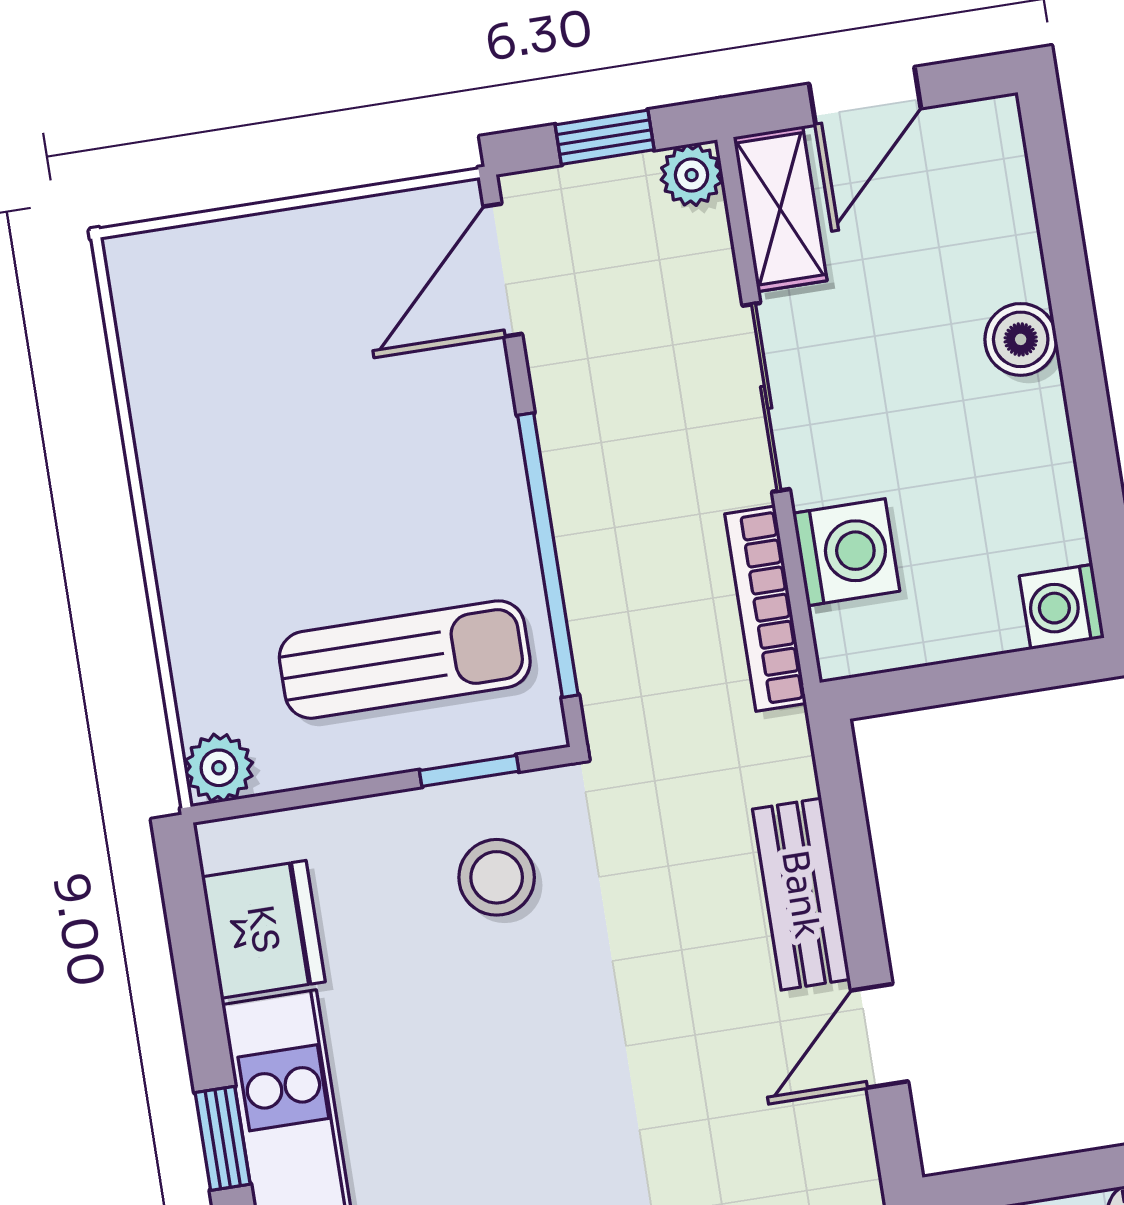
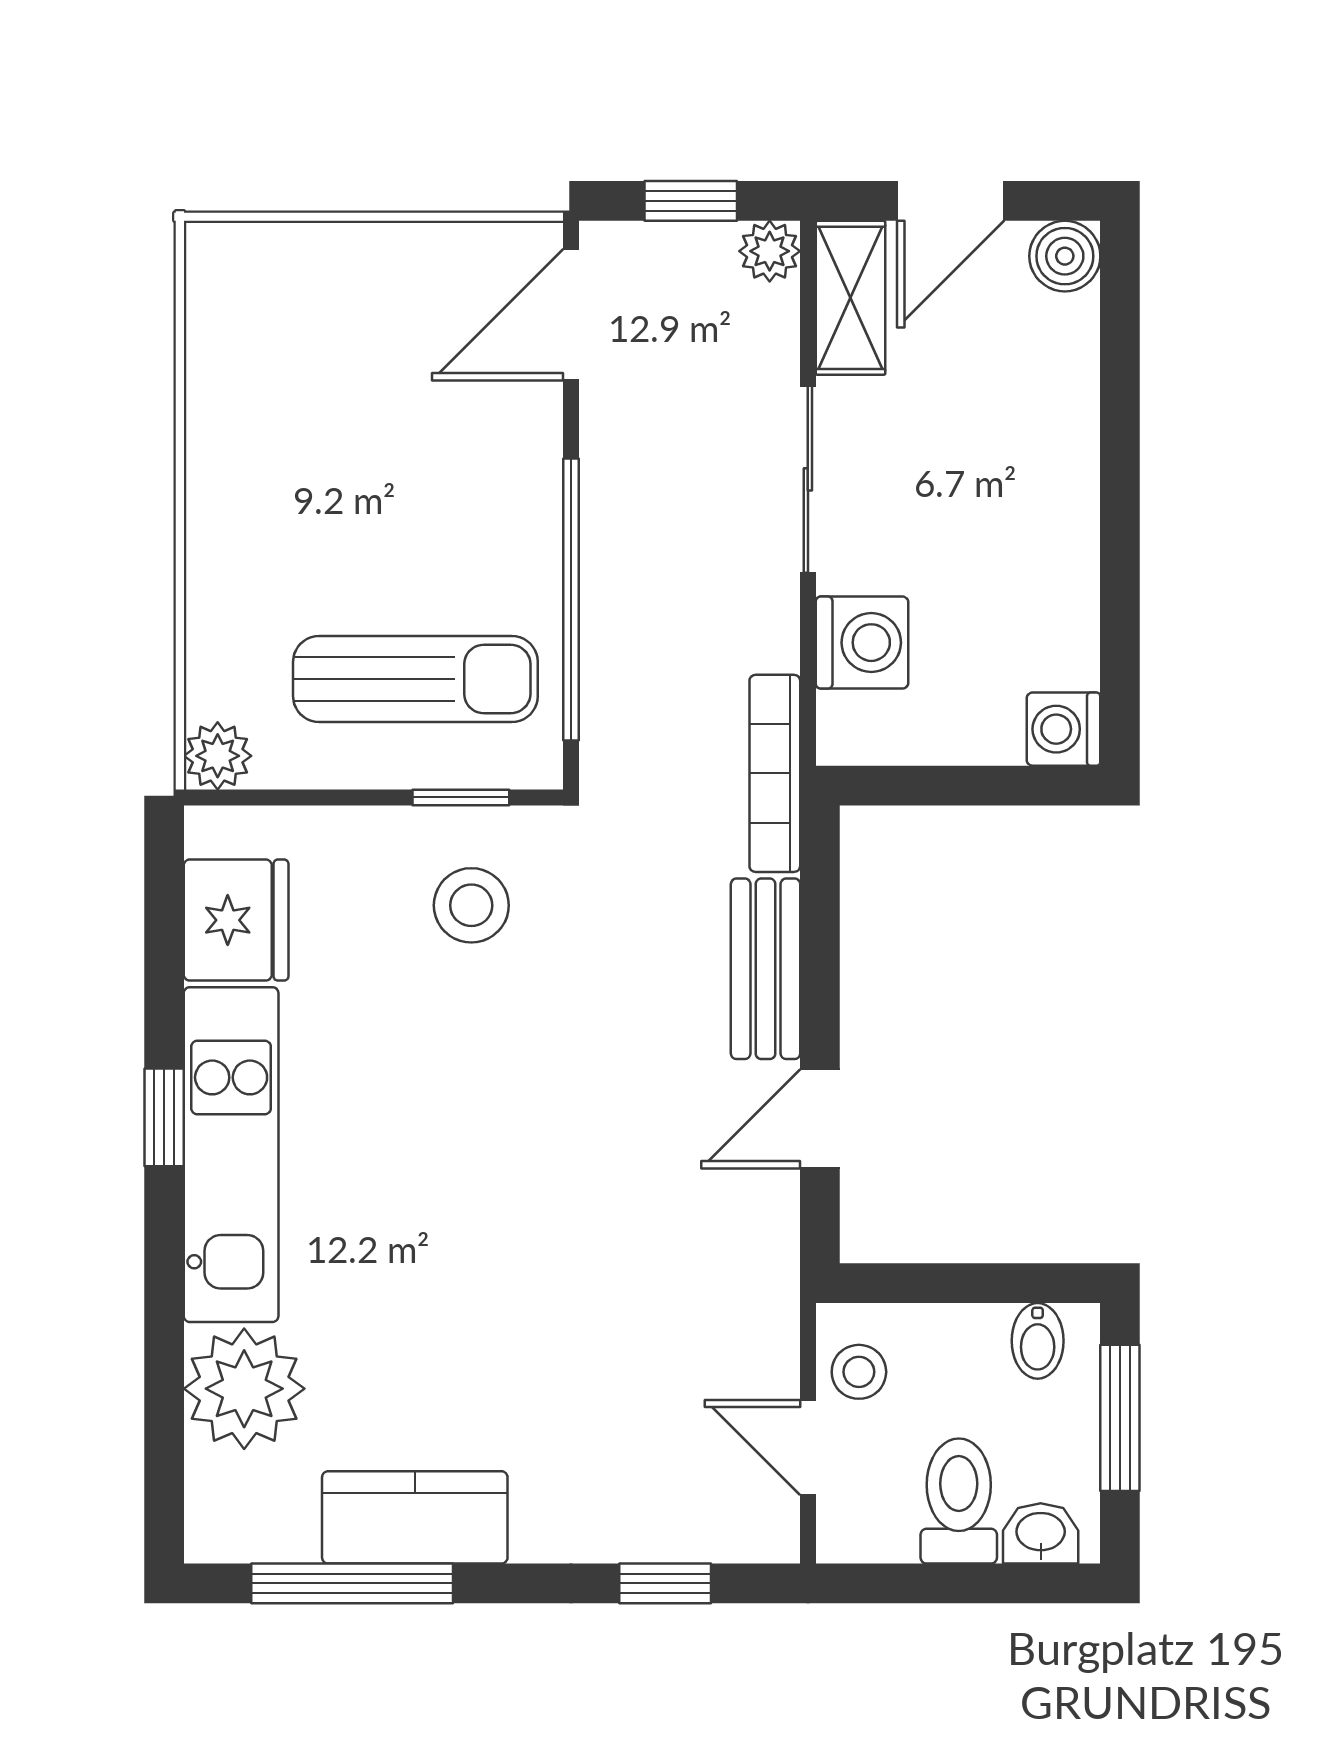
boiler: (1021, 339) -> (1065, 256), moved
bookcase: (766, 609) -> (775, 773), moved

